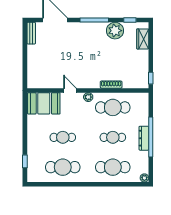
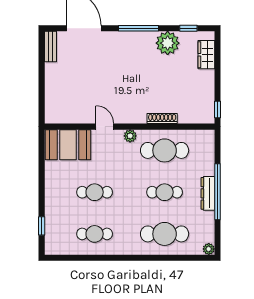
cafe table: (63, 167) -> (95, 234), width x0.73, depth x0.74

